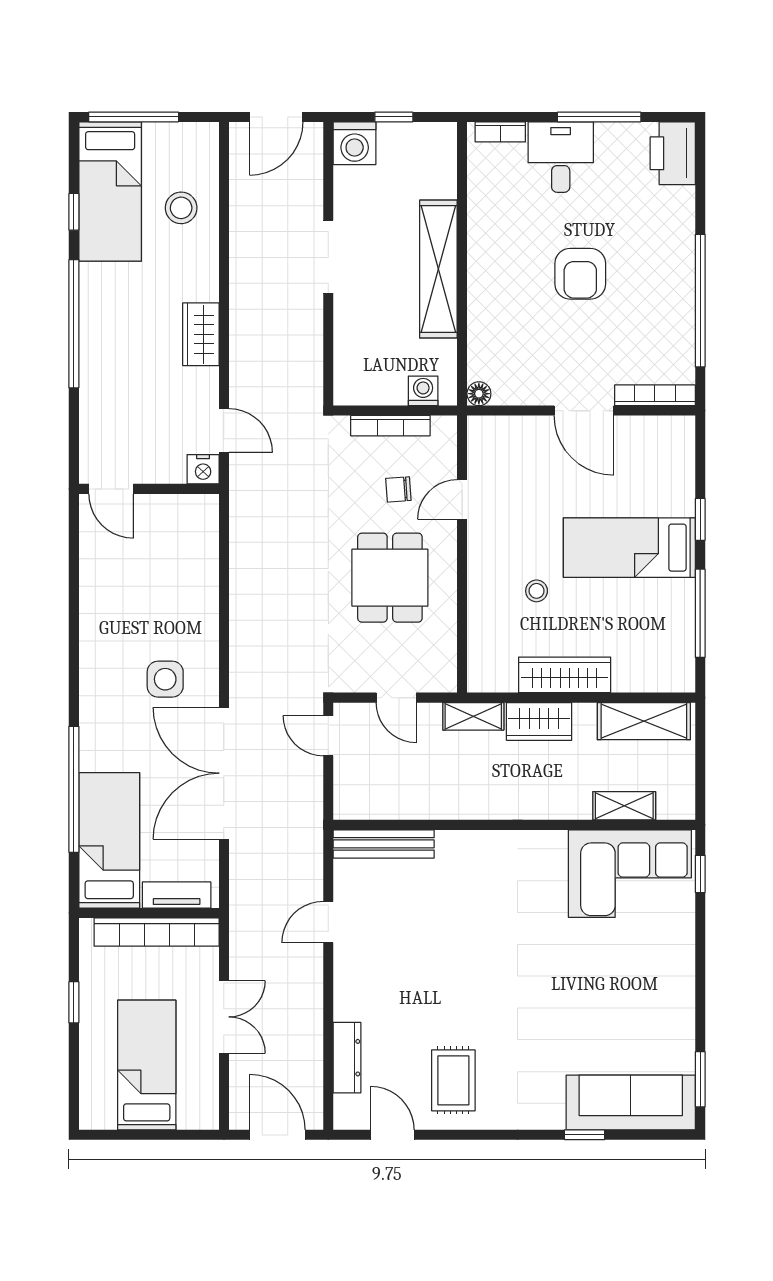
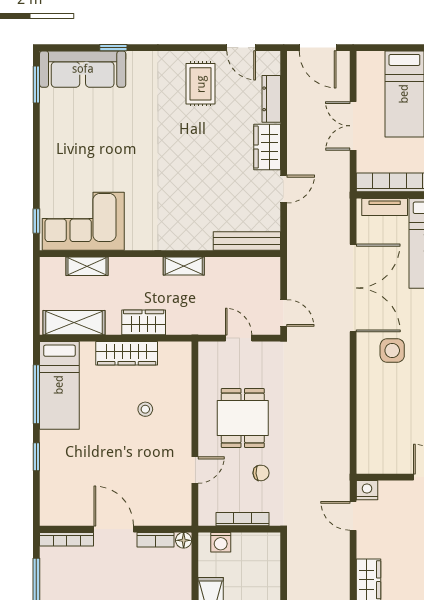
bookcase: (521, 395) -> (155, 540), added
chair: (398, 489) -> (261, 473), moved
bed: (629, 548) -> (59, 385), moved, turned 90
shelving: (473, 716) -> (184, 266), moved
wardrobe: (353, 985) -> (267, 147), added

